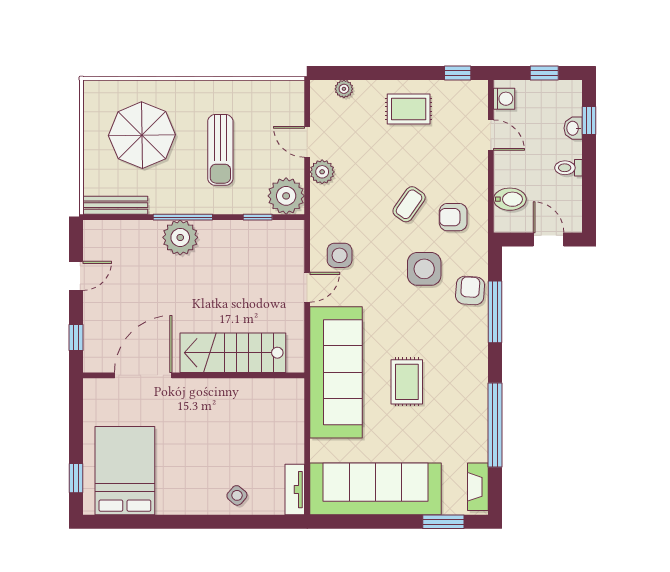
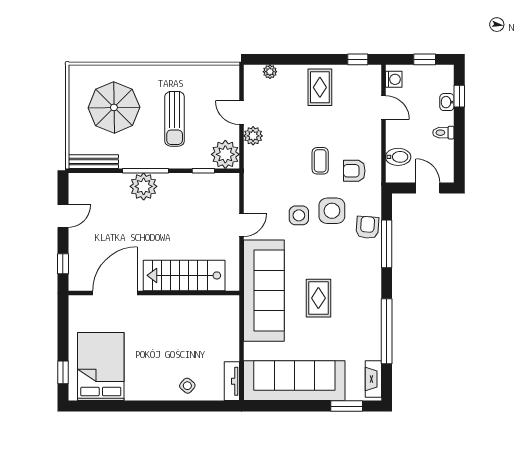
rug: (409, 109) -> (320, 87), turned 90
coffee table: (409, 204) -> (320, 161), turned -35
side table: (340, 255) -> (299, 215), moved

